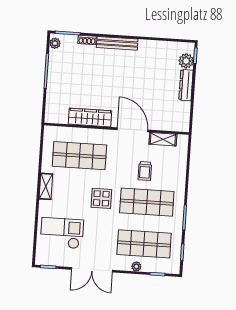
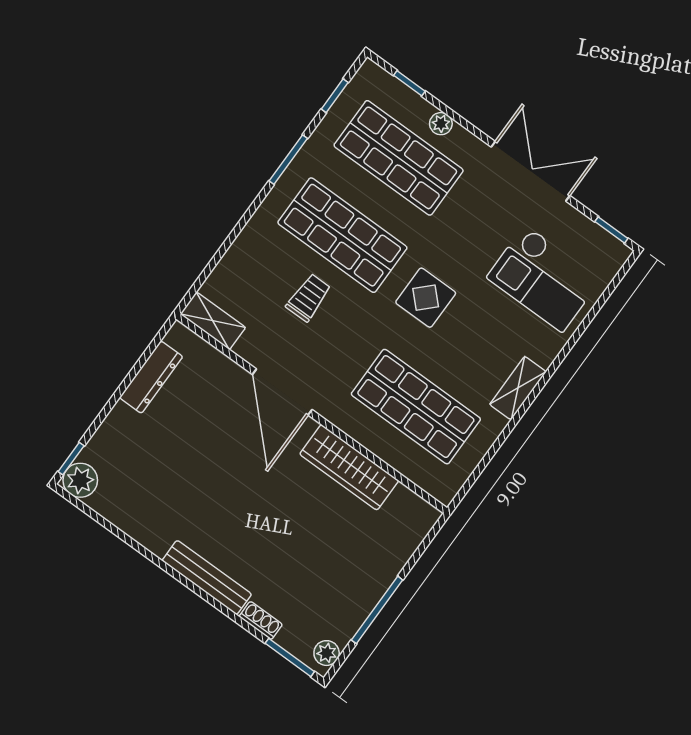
plant: (186, 61) -> (80, 480), moved
dresser: (186, 85) -> (151, 377), moved
shelving: (163, 139) -> (213, 321), moved

